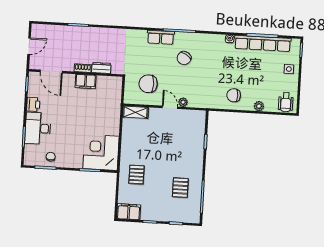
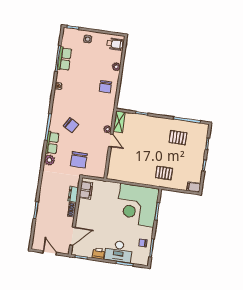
plant: (140, 36) -> (49, 160), added
row of seats: (263, 43) -> (64, 59), width x0.50
filing cabinet: (86, 81) -> (86, 190), moved
chair: (148, 84) -> (79, 160), moved
door: (170, 107) -> (111, 140), swing flipped
shelving: (135, 112) -> (119, 122), moved
corner desk: (101, 152) -> (137, 205), width x1.36, depth x1.36
filing cabinet: (129, 212) -> (194, 187), width x0.50

